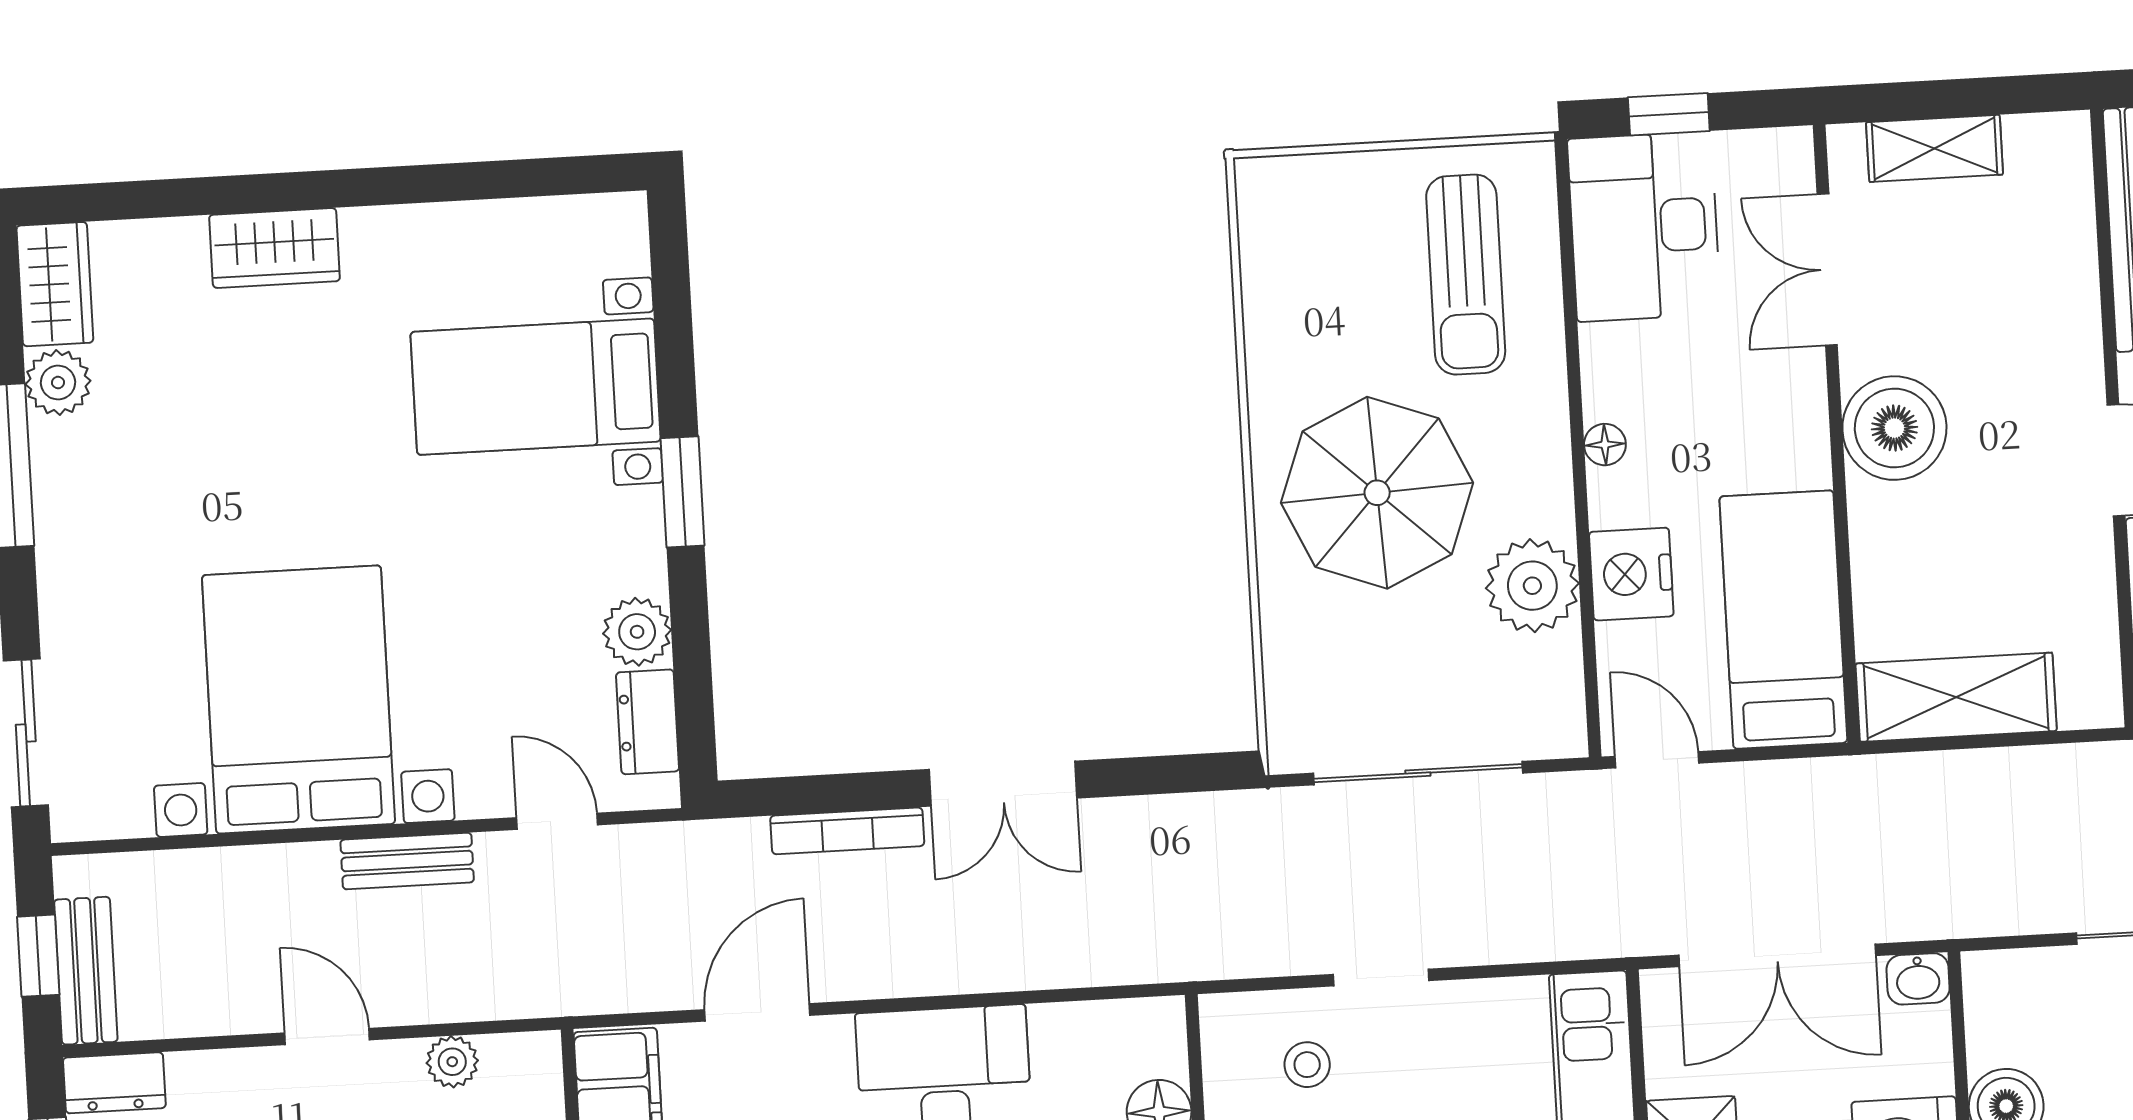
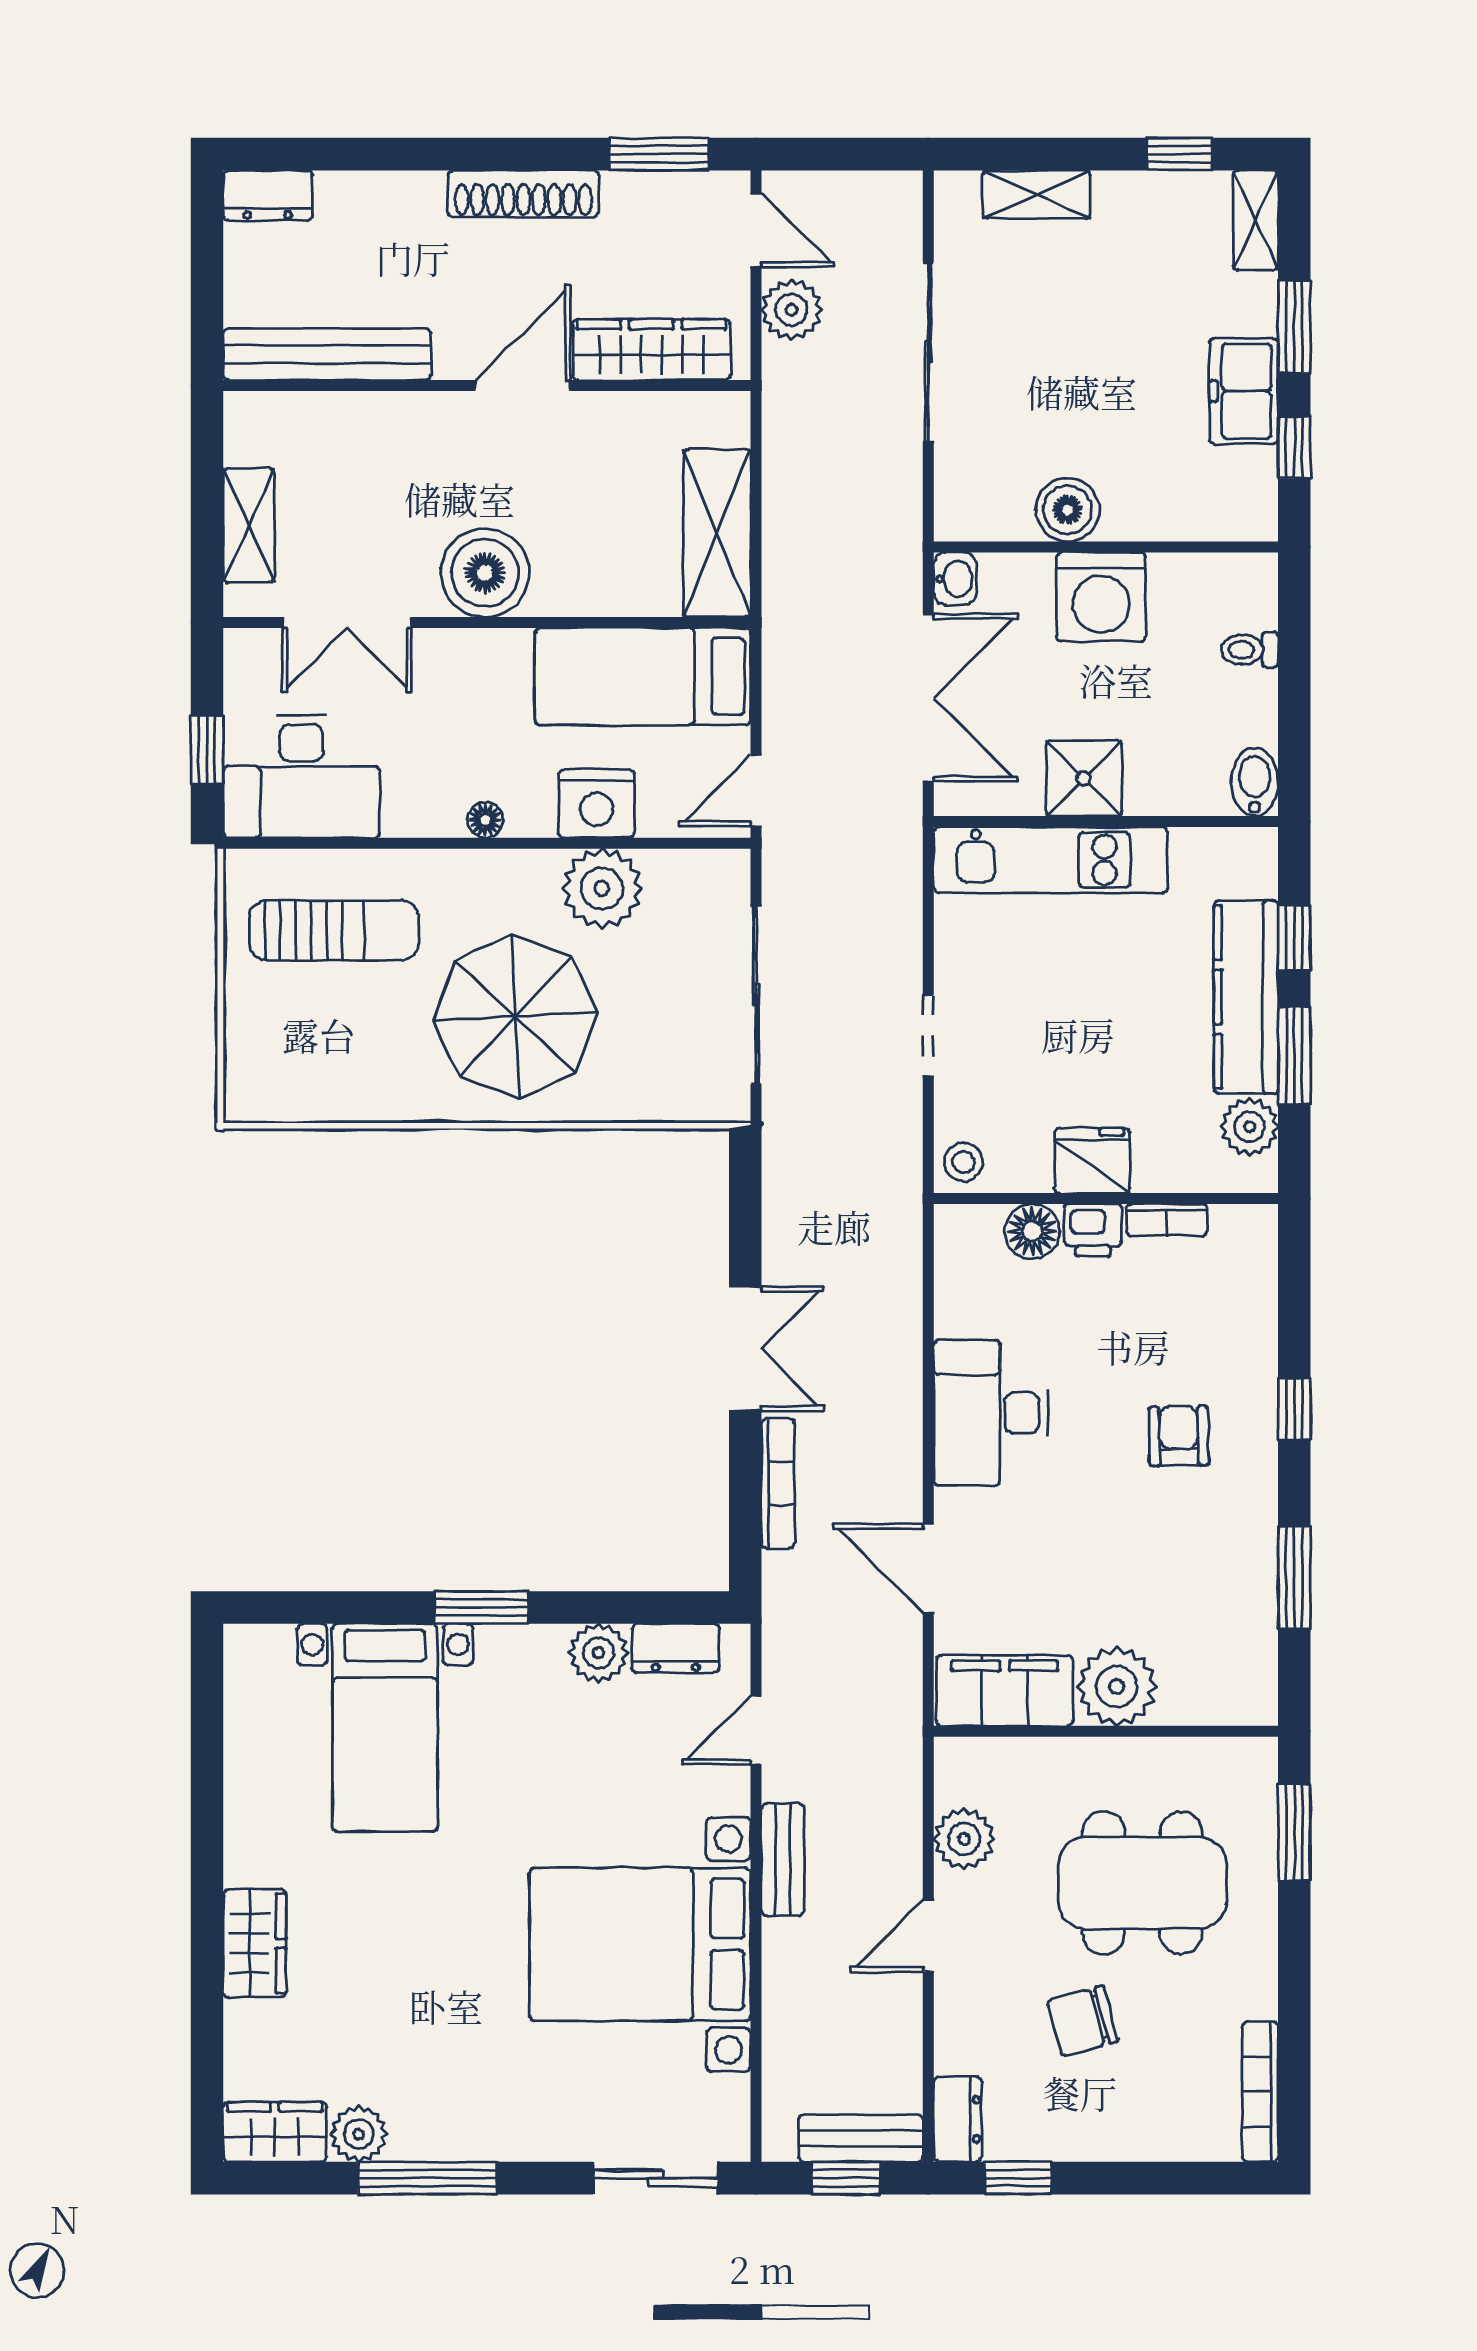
plant: (452, 1062) -> (964, 1839), width x1.38, depth x1.38
stool: (1307, 1065) -> (963, 1162), moved

